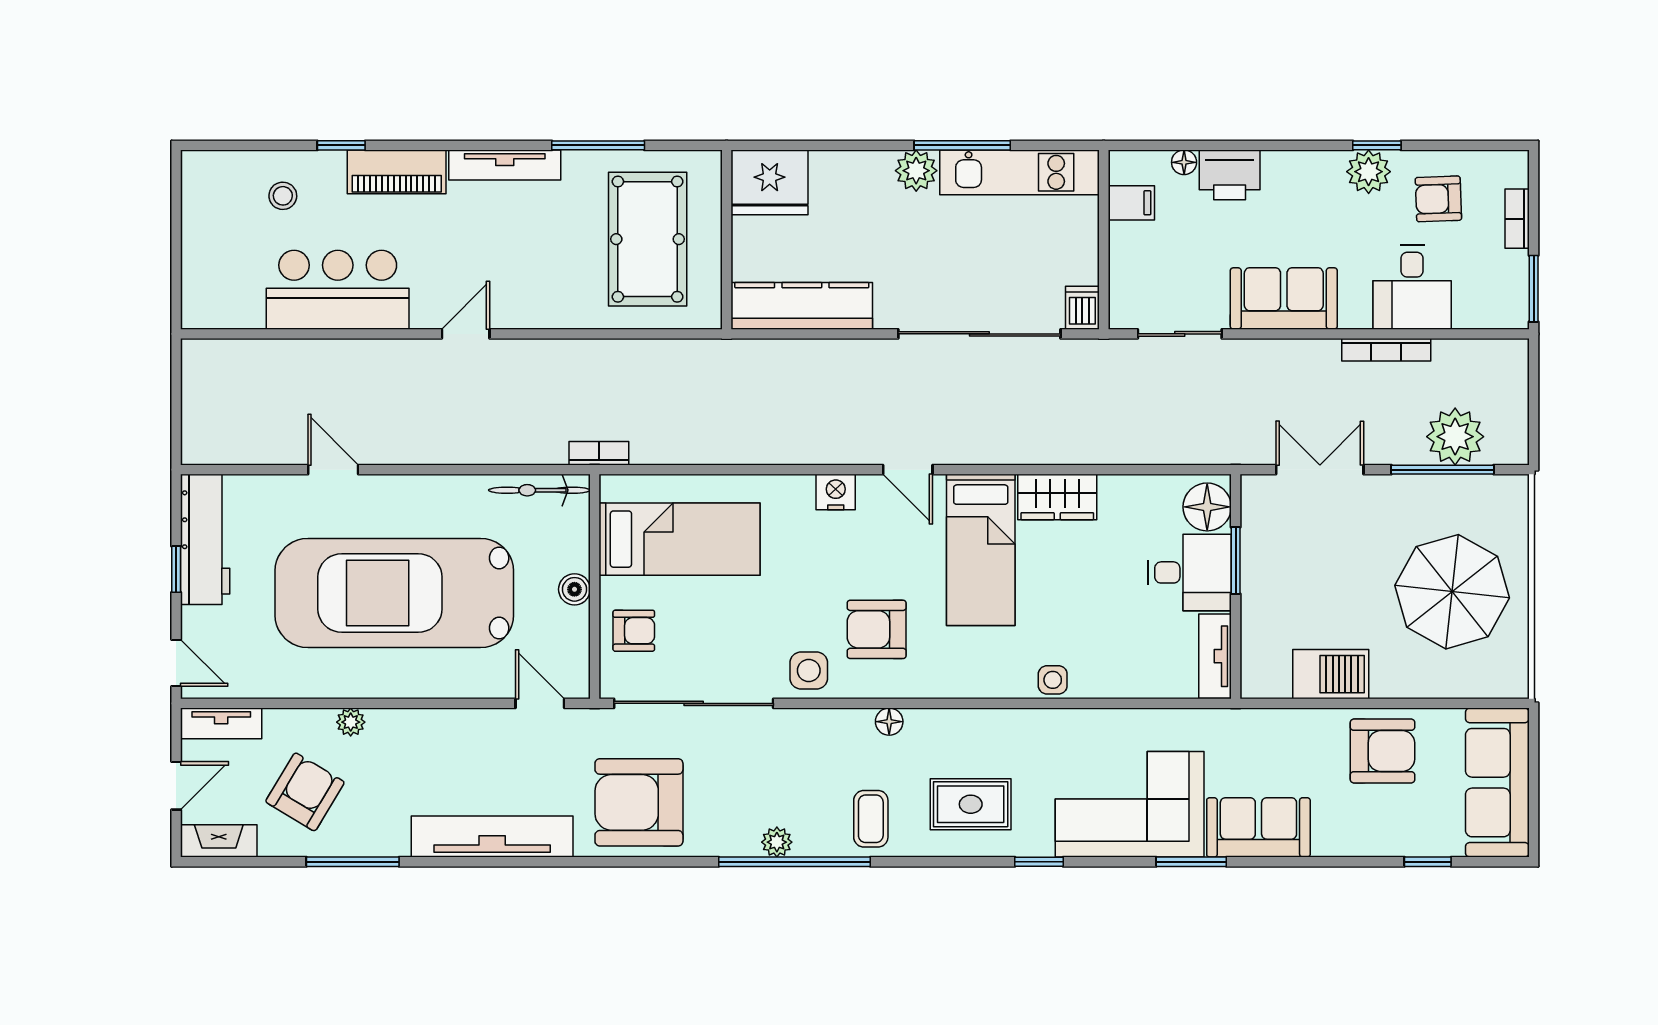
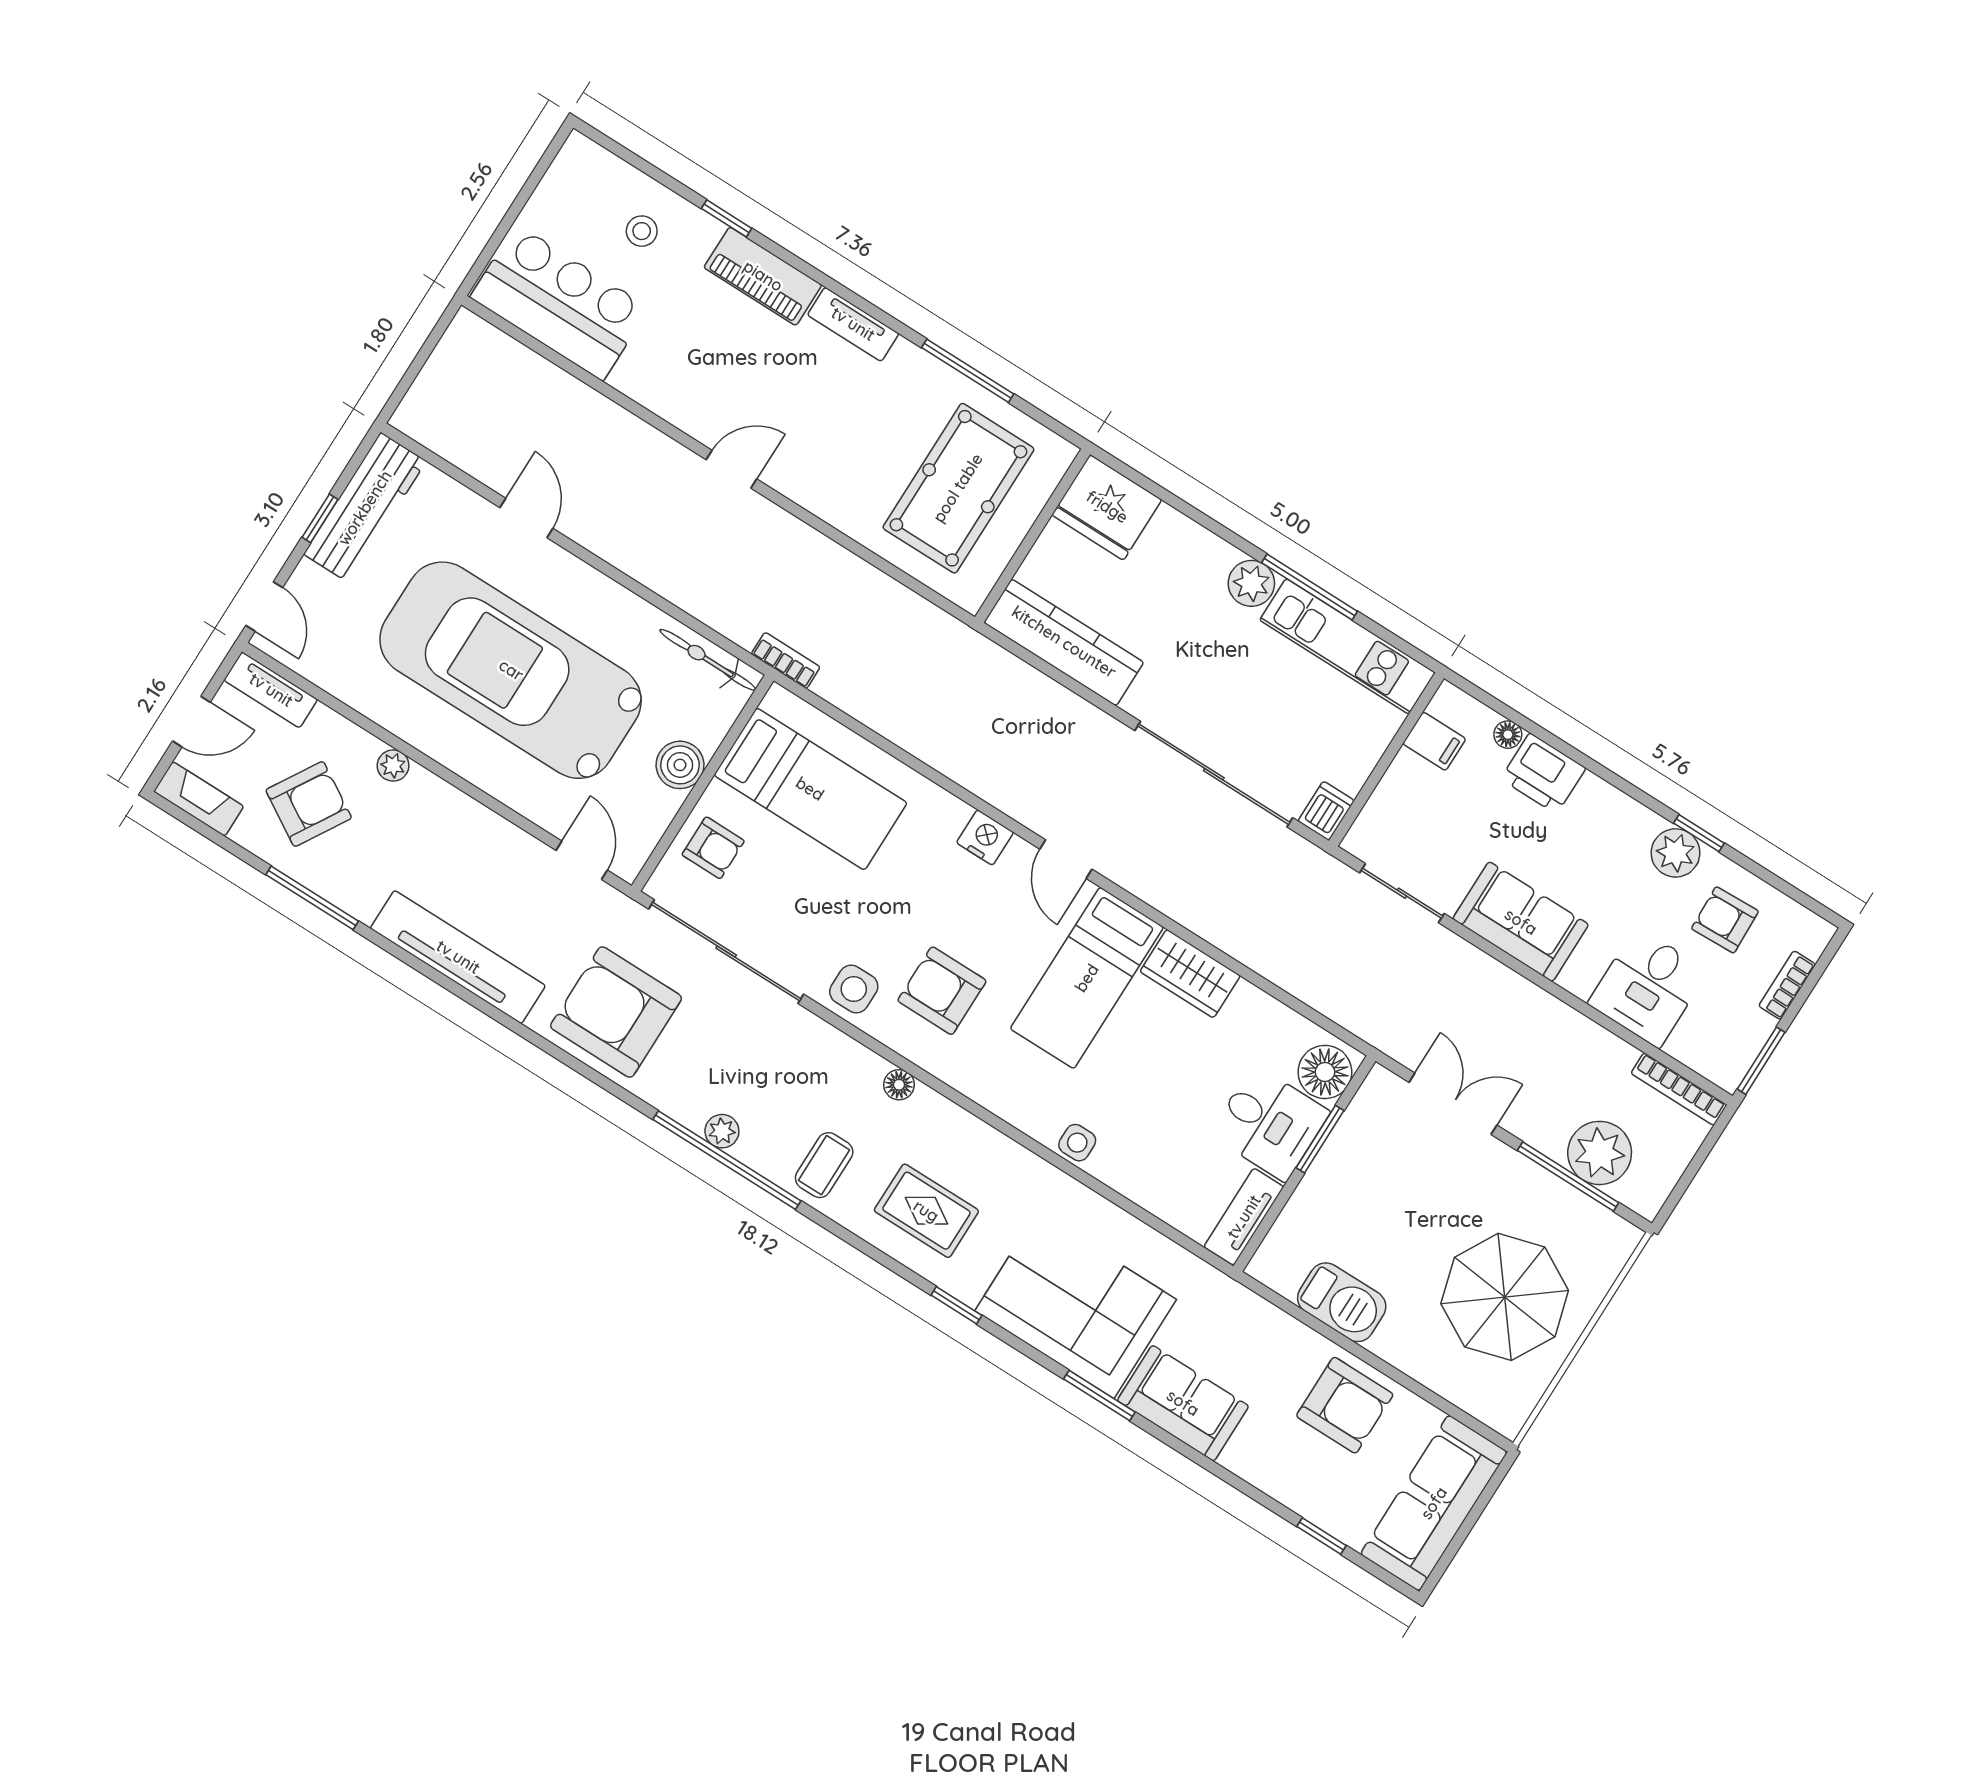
tv unit: (505, 165) -> (853, 324), width x0.71
bar counter: (338, 290) -> (560, 303), moved
bookcase: (1386, 350) -> (1679, 1089), moved
boiler: (574, 589) -> (680, 765), width x1.36, depth x1.36

